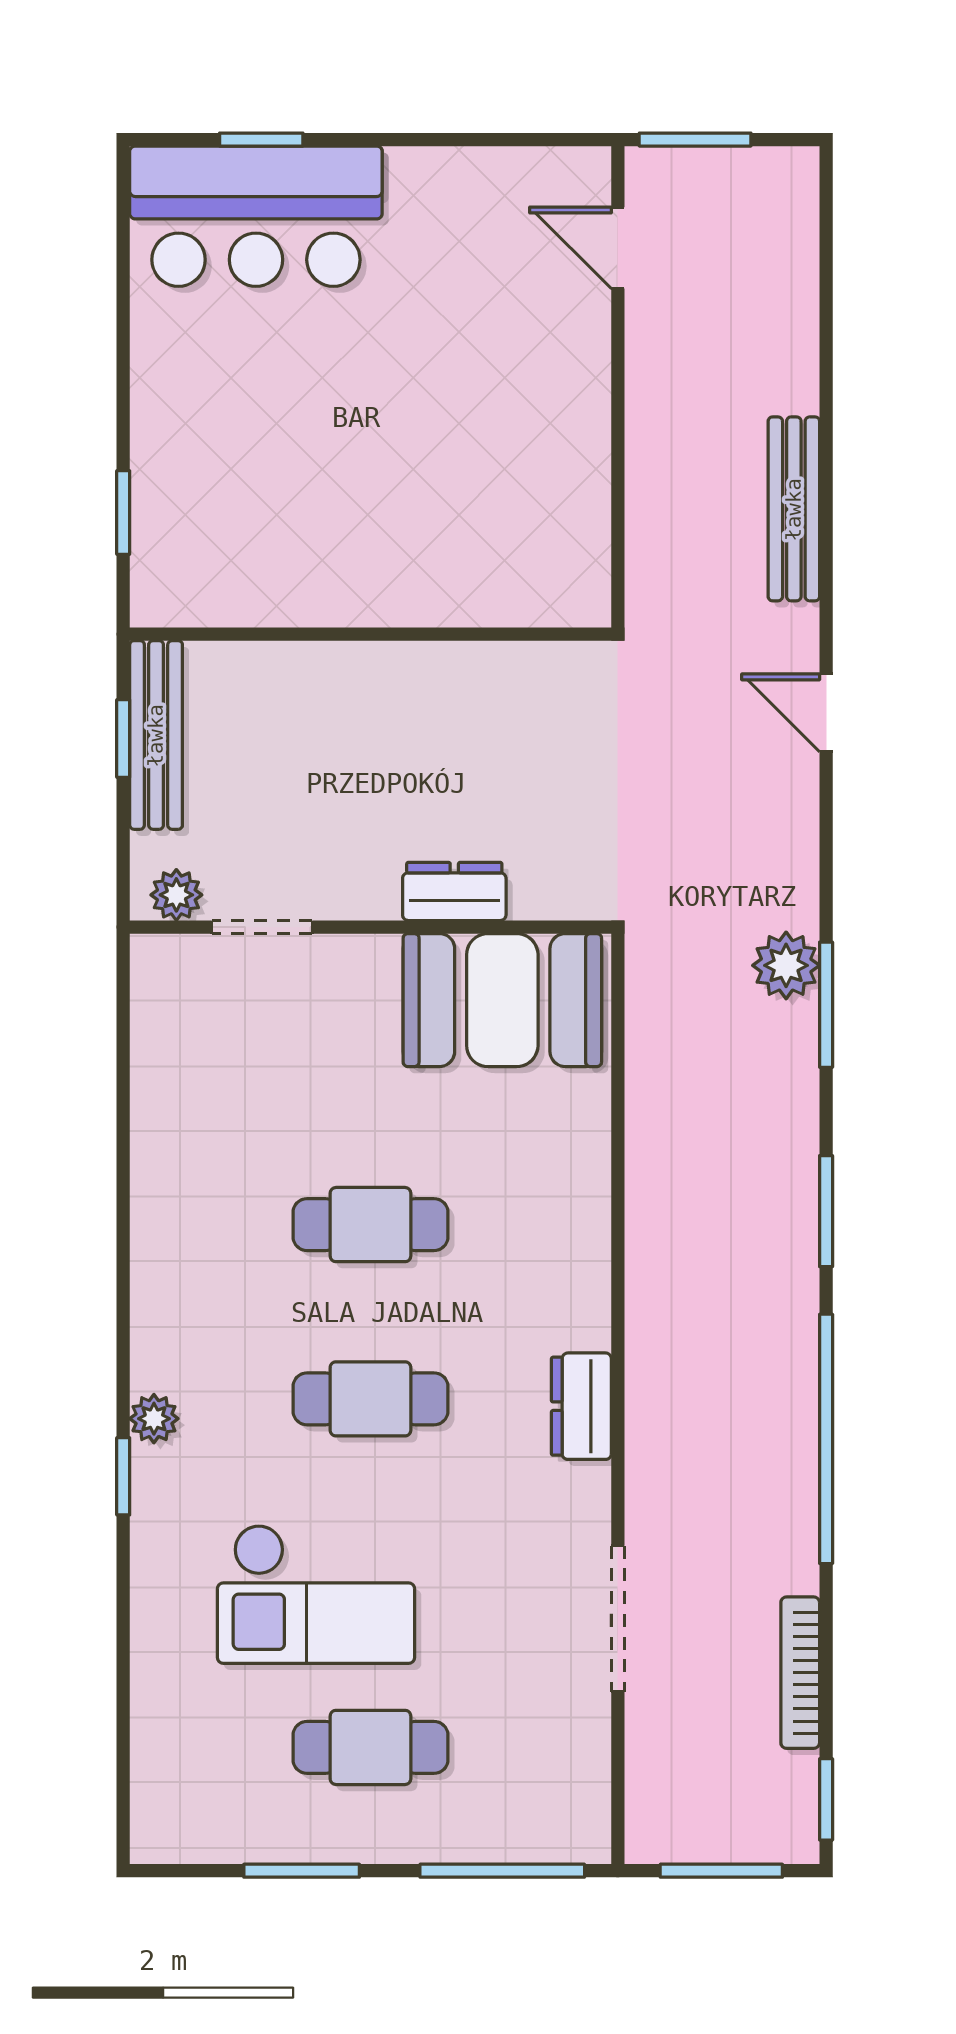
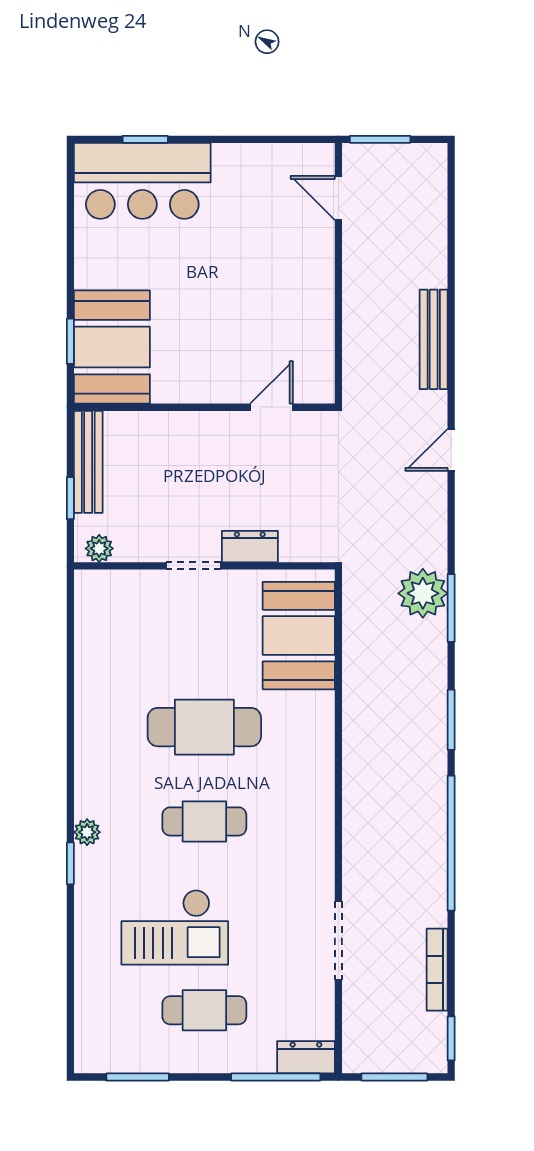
booth: (200, 523) -> (112, 347), added
door: (495, 634) -> (272, 407), added
door: (826, 713) -> (451, 450), hinge flipped
window: (123, 739) -> (70, 498), moved
doorway: (262, 927) -> (194, 566), moved
plant: (786, 965) -> (423, 593), width x1.36, depth x1.36
booth: (502, 1000) -> (299, 636), moved, turned 90
cafe table: (370, 1225) -> (204, 727), width x1.37, depth x1.35
dresser: (581, 1406) -> (306, 1057), moved, turned 90
window: (302, 1871) -> (138, 1077), moved

